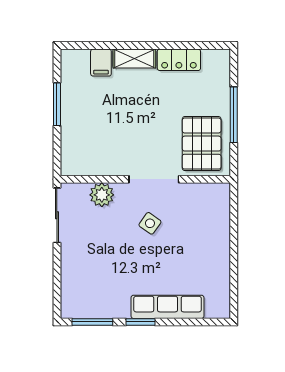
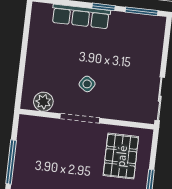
pallet: (202, 144) -> (121, 156), moved
plant: (102, 195) -> (43, 102), moved

